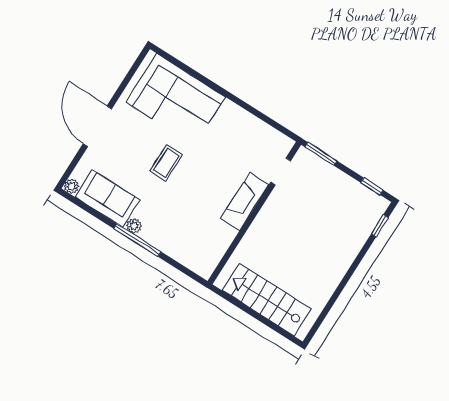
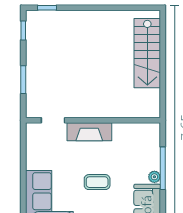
doorway: (281, 171) -> (53, 120), moved
fireplace: (245, 202) -> (89, 132), moved
wall: (254, 213) -> (93, 120), moved

